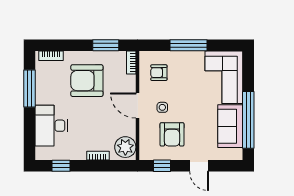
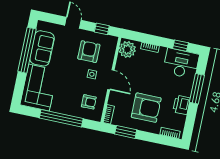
window: (188, 45) -> (61, 118), width x1.46
window: (30, 88) -> (197, 89), moved
printer: (44, 93) -> (182, 105), added
desk: (51, 126) -> (181, 63), moved, turned -90

